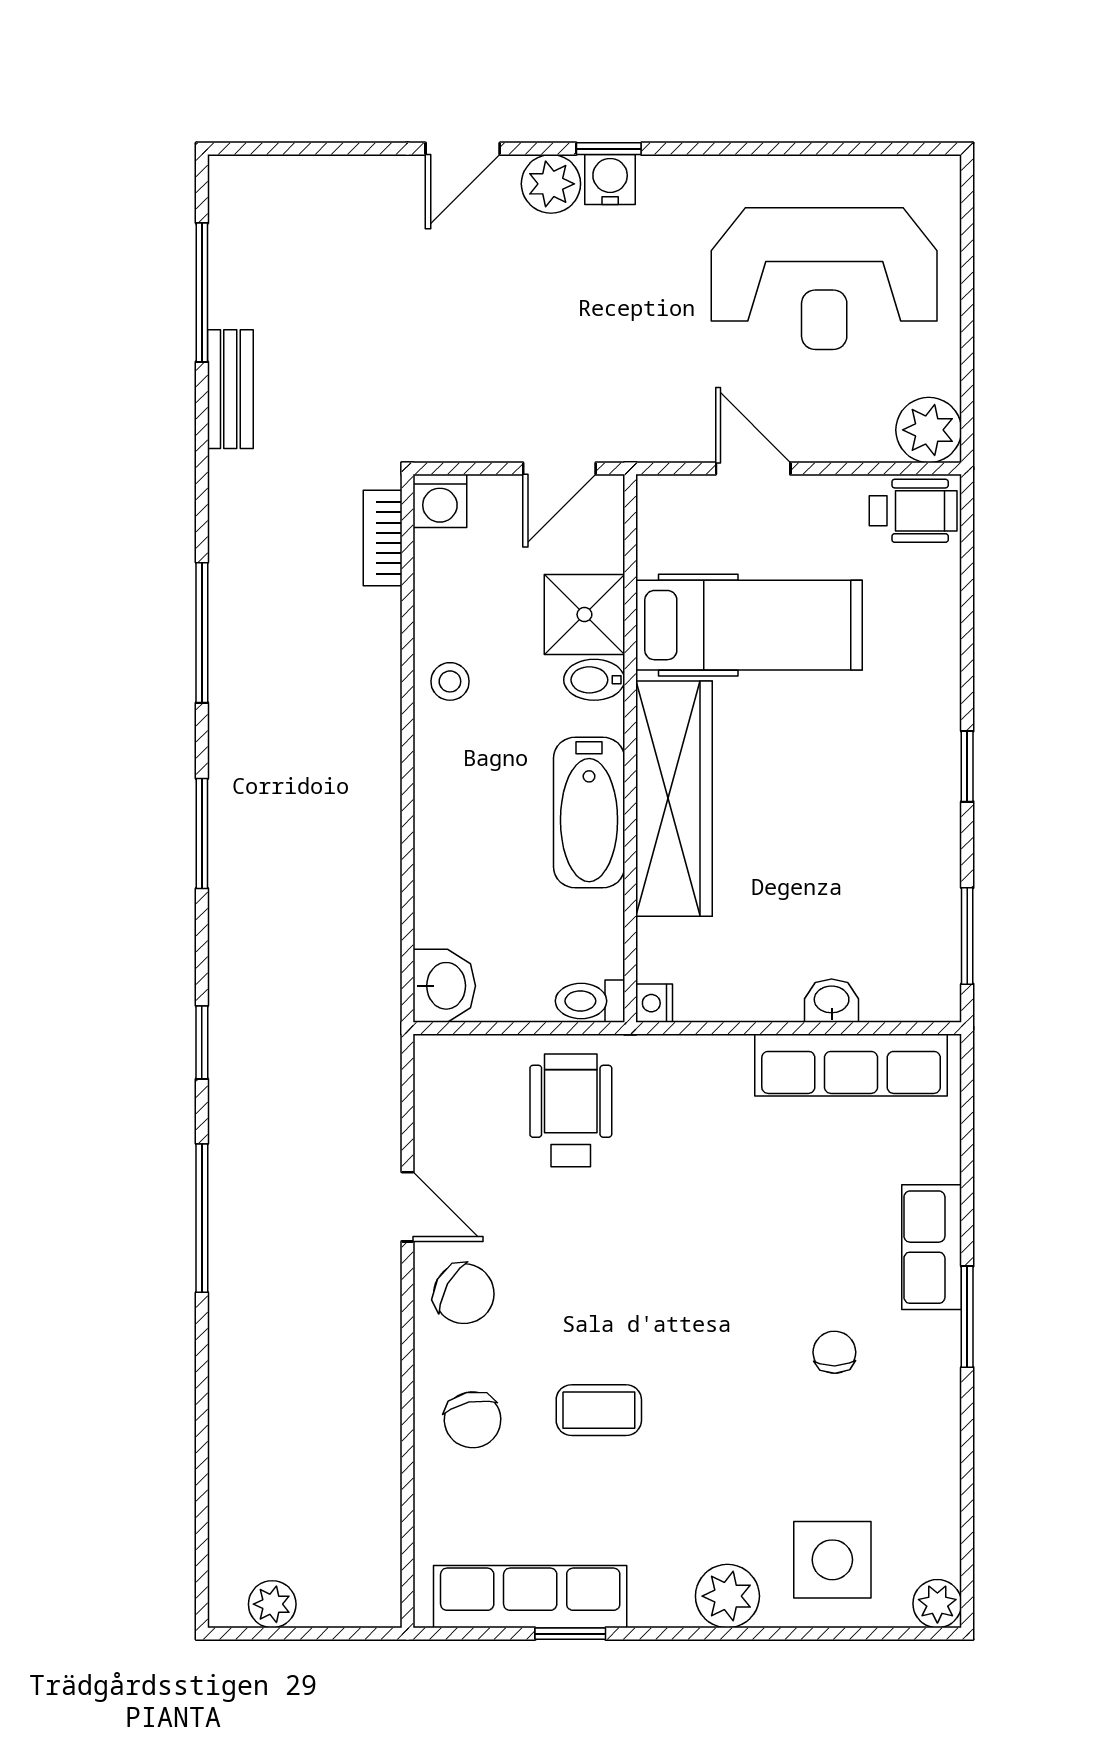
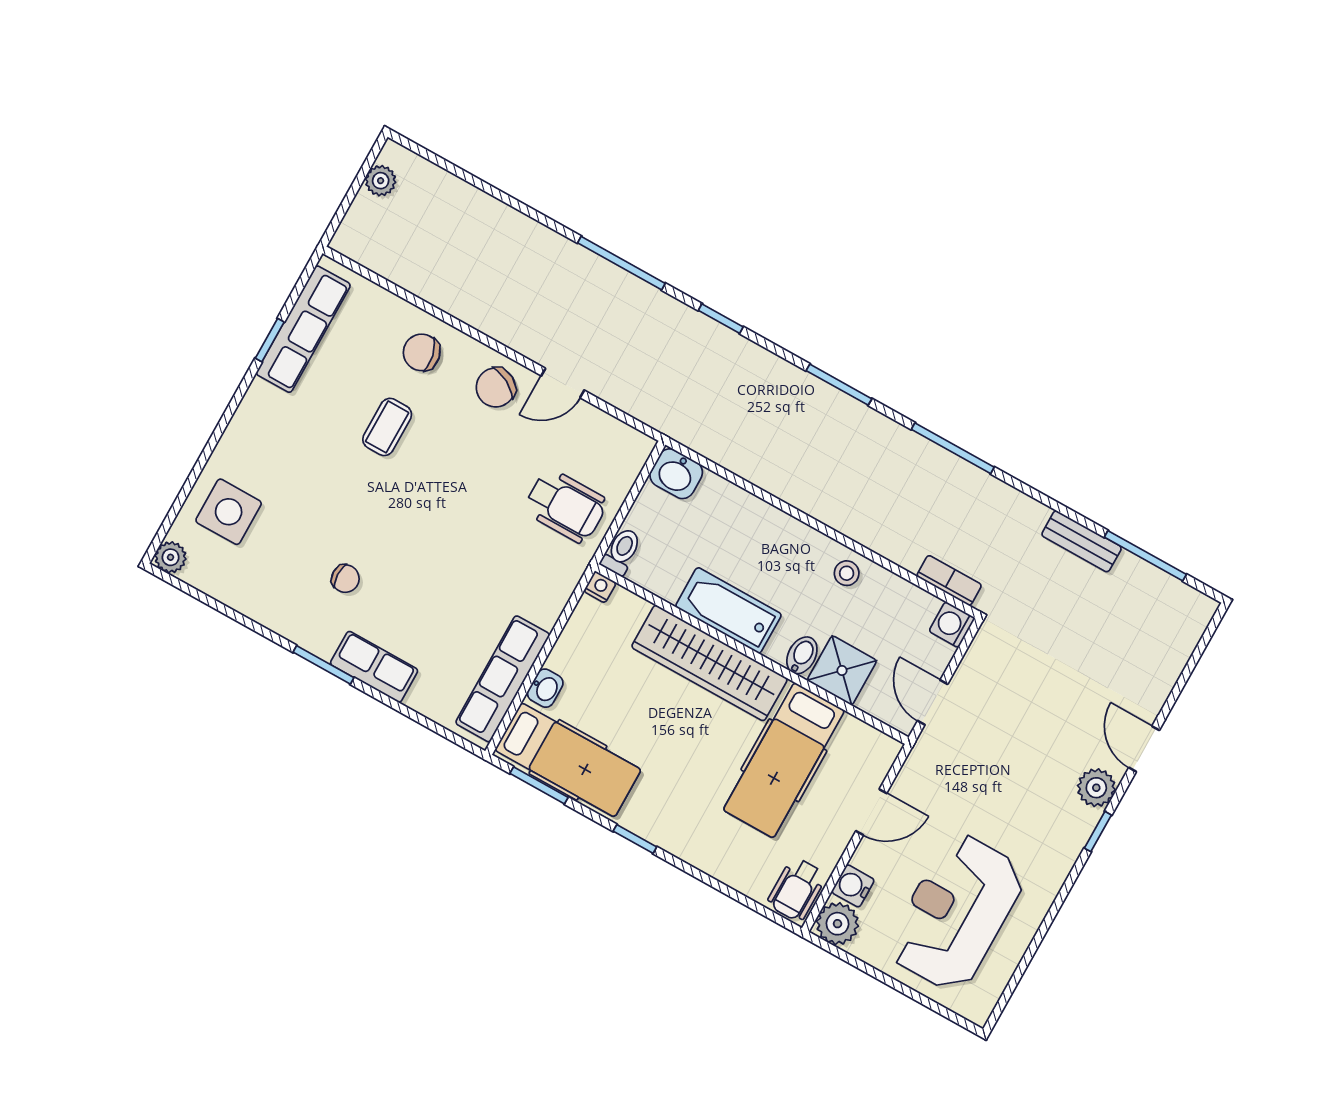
water cooler: (610, 179) -> (853, 886), moved, turned 180
hospital bed: (911, 916) -> (568, 760), added
plant: (727, 1596) -> (241, 441), removed

